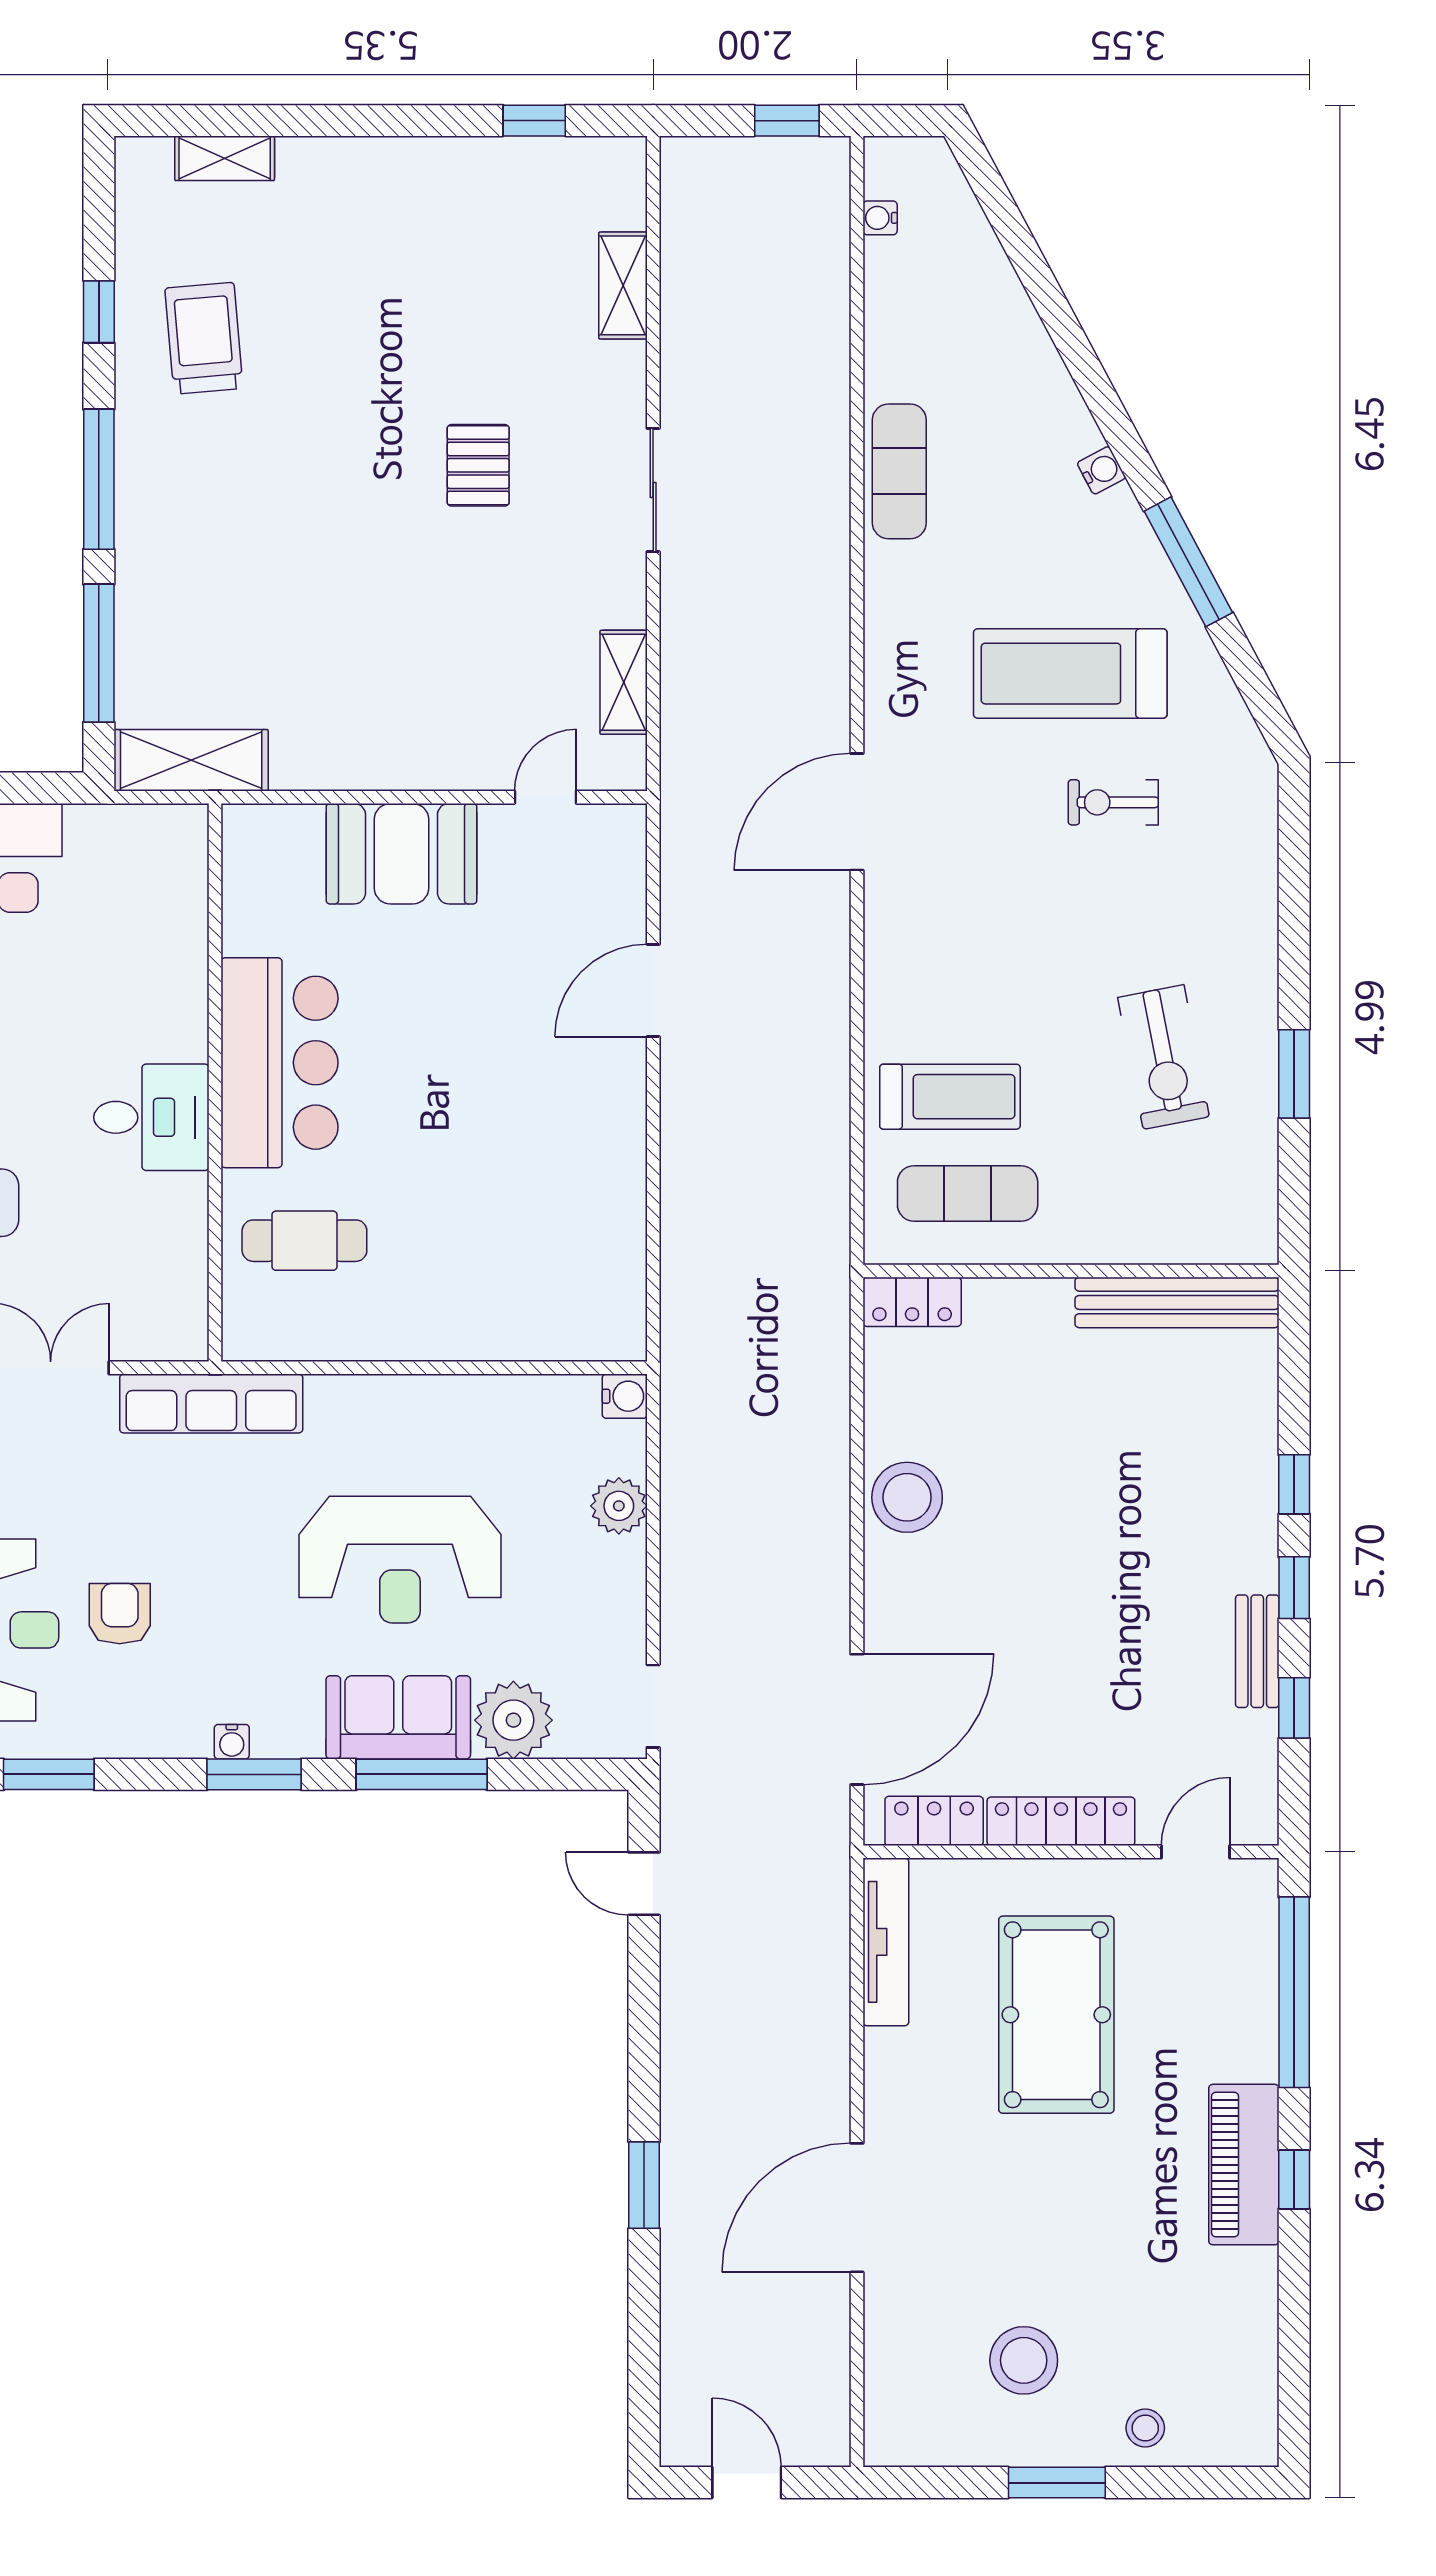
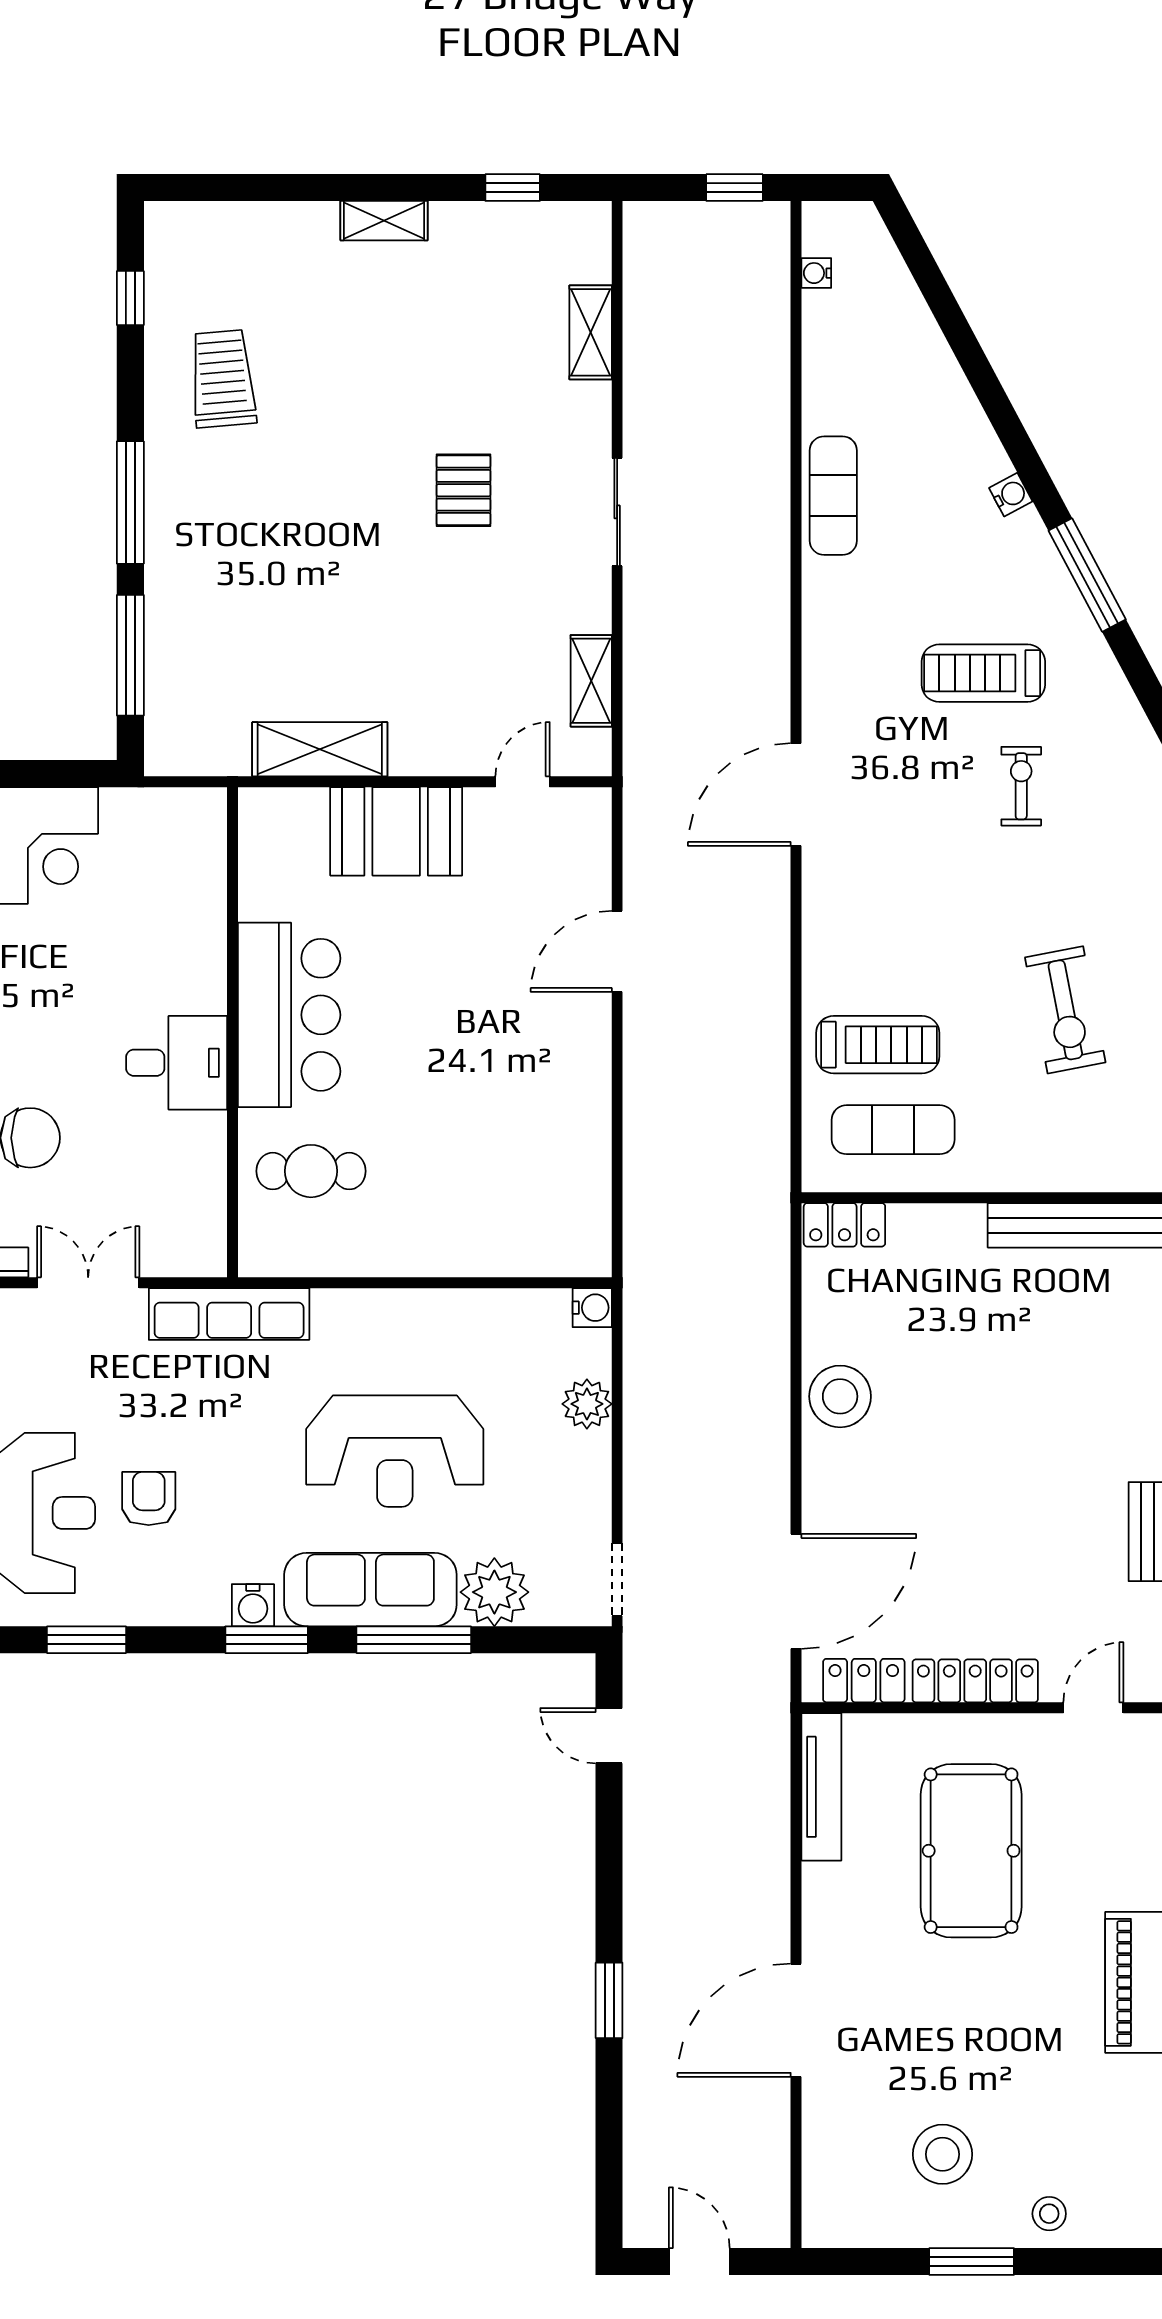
shelving: (225, 158) -> (384, 221), moved
window: (99, 312) -> (130, 298), moved
treadmill: (1070, 674) -> (983, 673), width x0.73, depth x0.73
shelving: (191, 760) -> (320, 749), moved
exercise bike: (1113, 802) -> (1021, 786), turned 90
sofa: (398, 1717) -> (370, 1590), width x1.36
water cooler: (232, 1742) -> (253, 1605), width x1.38, depth x1.38

